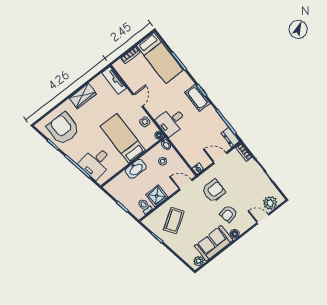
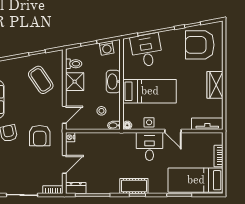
desk: (171, 121) -> (149, 146), moved
armchair: (63, 128) -> (200, 45), turned 180
washing machine: (116, 192) -> (107, 48), added

